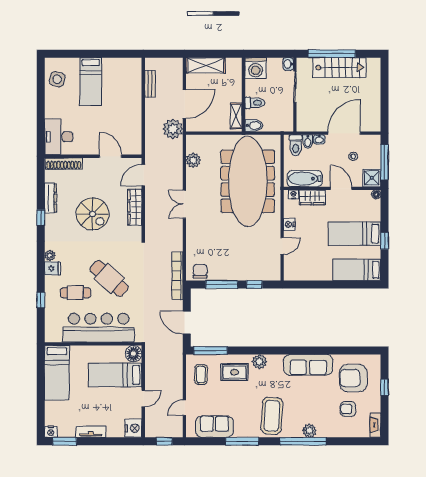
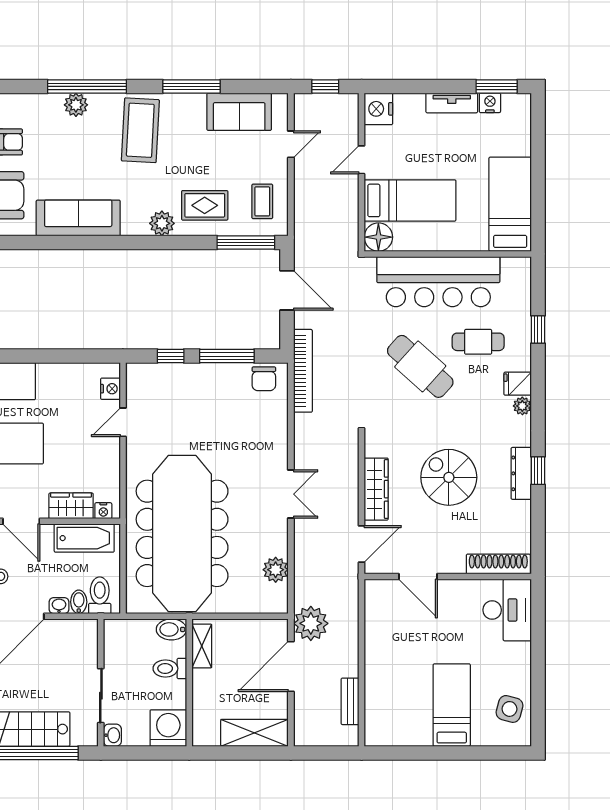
dresser: (50, 198) -> (521, 473), moved
nightstand: (289, 224) -> (110, 389), moved
nightstand: (51, 432) -> (490, 103), moved

